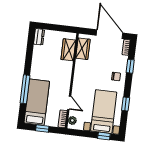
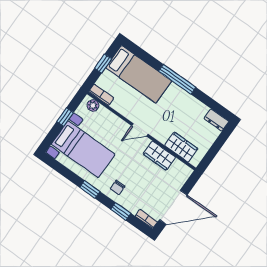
wardrobe: (83, 49) -> (159, 156), moved
window: (25, 89) -> (177, 79), moved
door: (69, 103) -> (140, 130), moved
window: (126, 104) -> (90, 189), moved
window: (104, 136) -> (65, 117), moved

